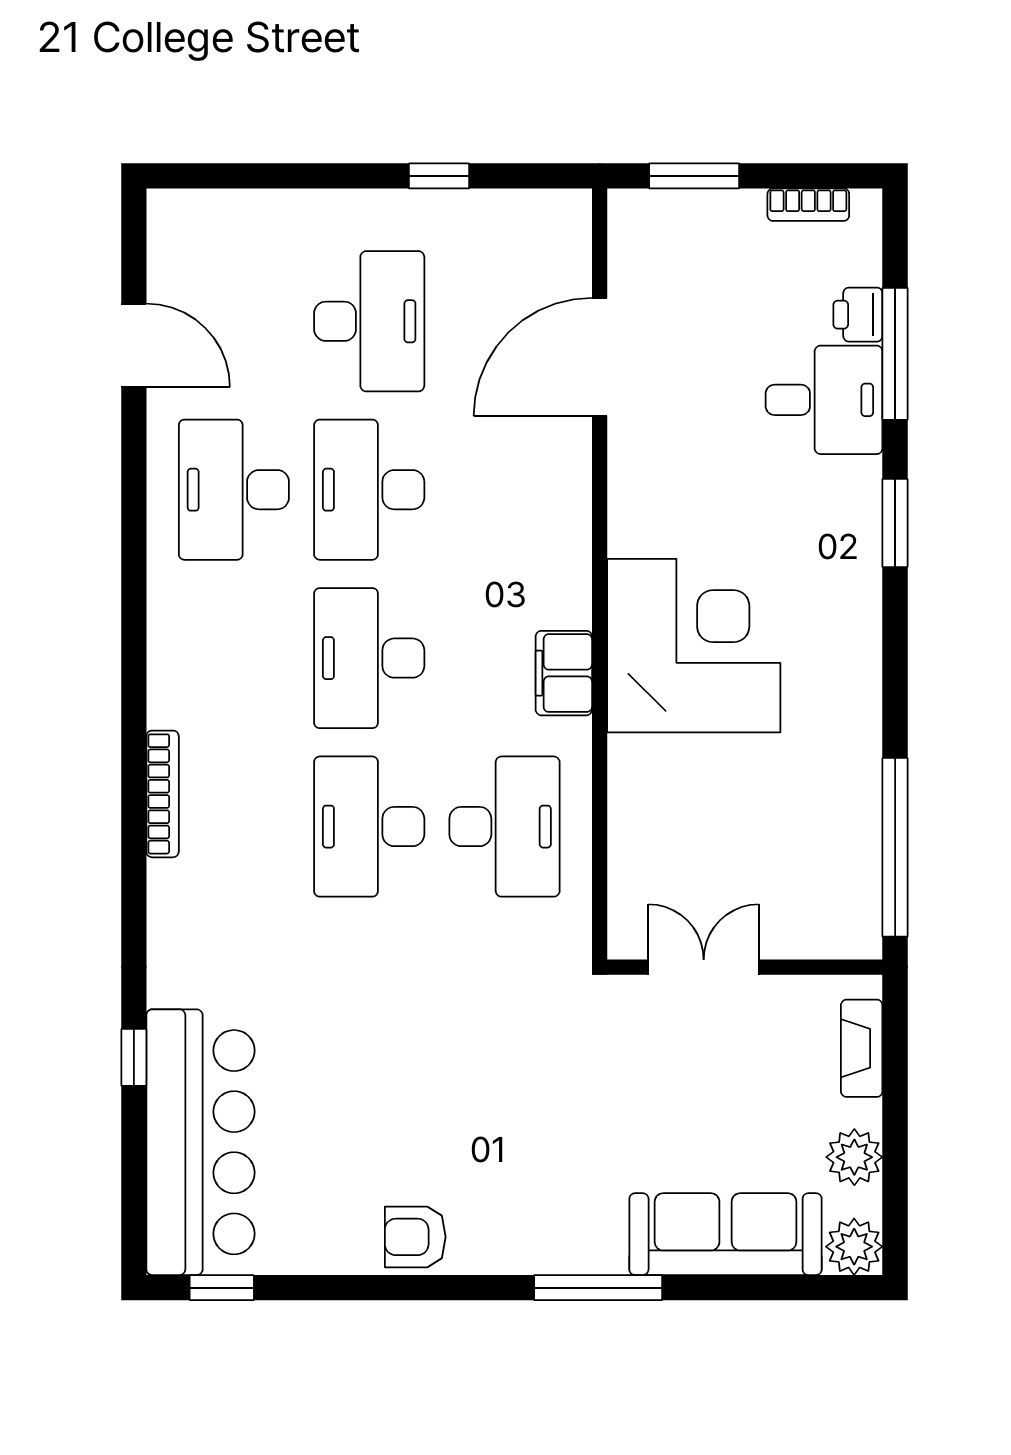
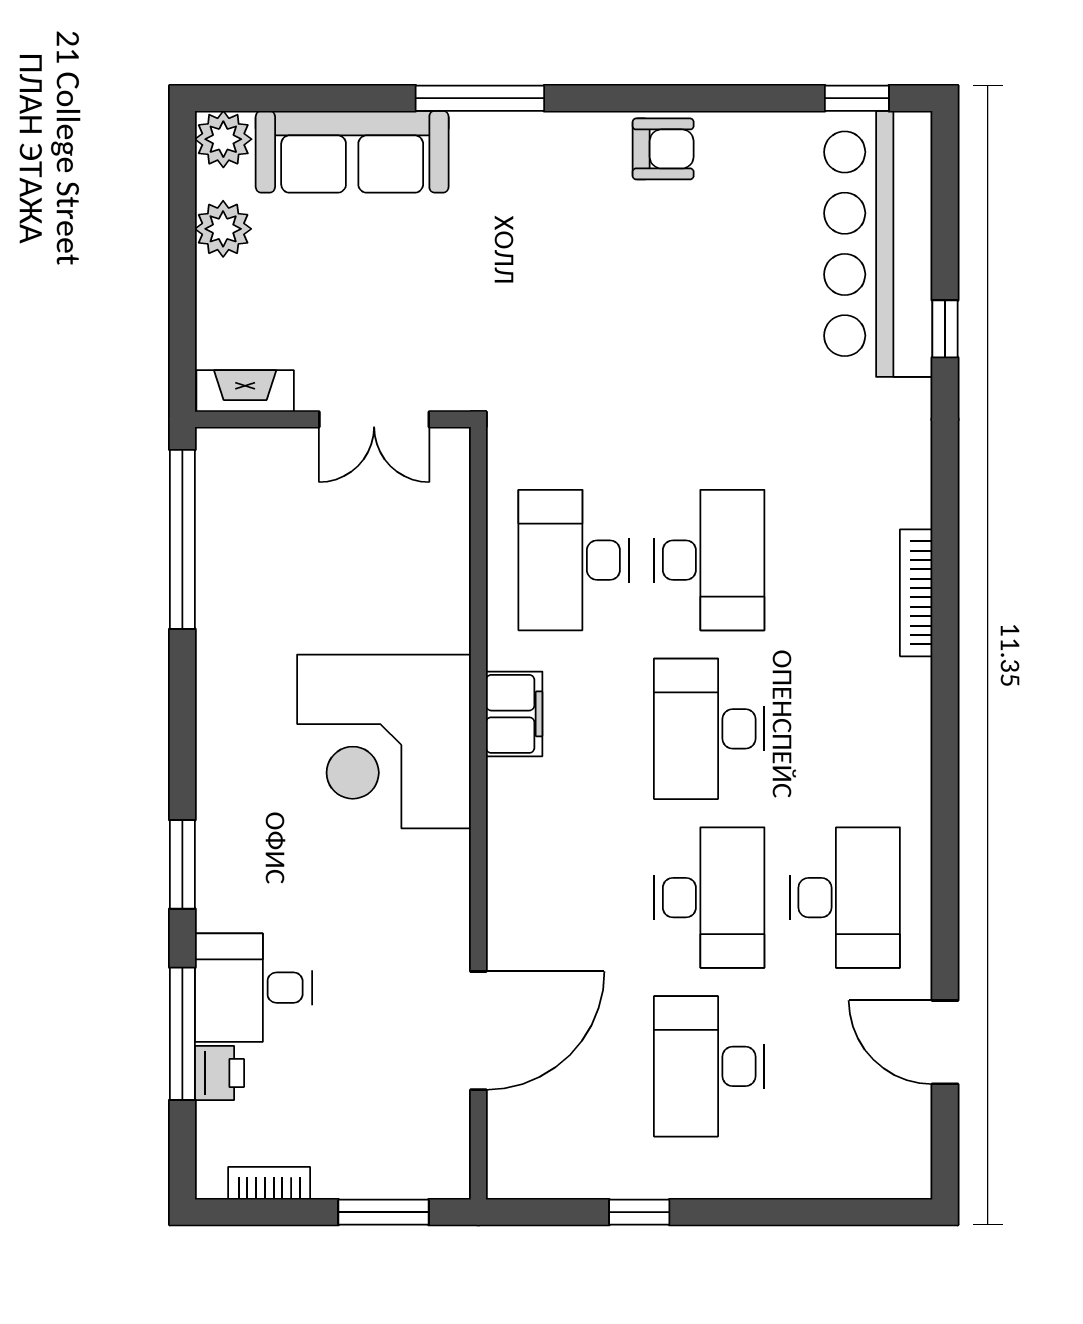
desk: (369, 658) -> (709, 729), turned 180
fireplace: (862, 1048) -> (245, 391), moved, turned -90

